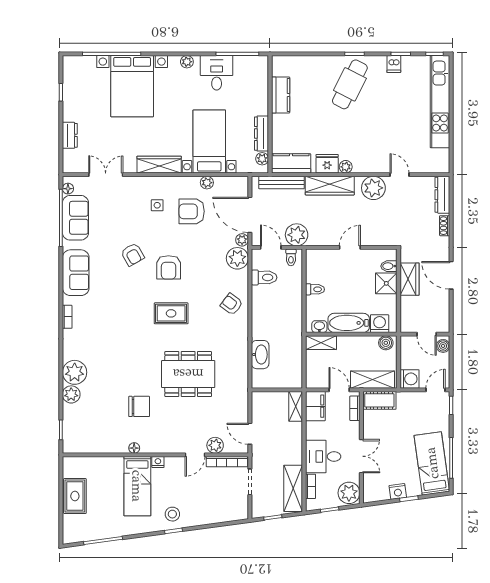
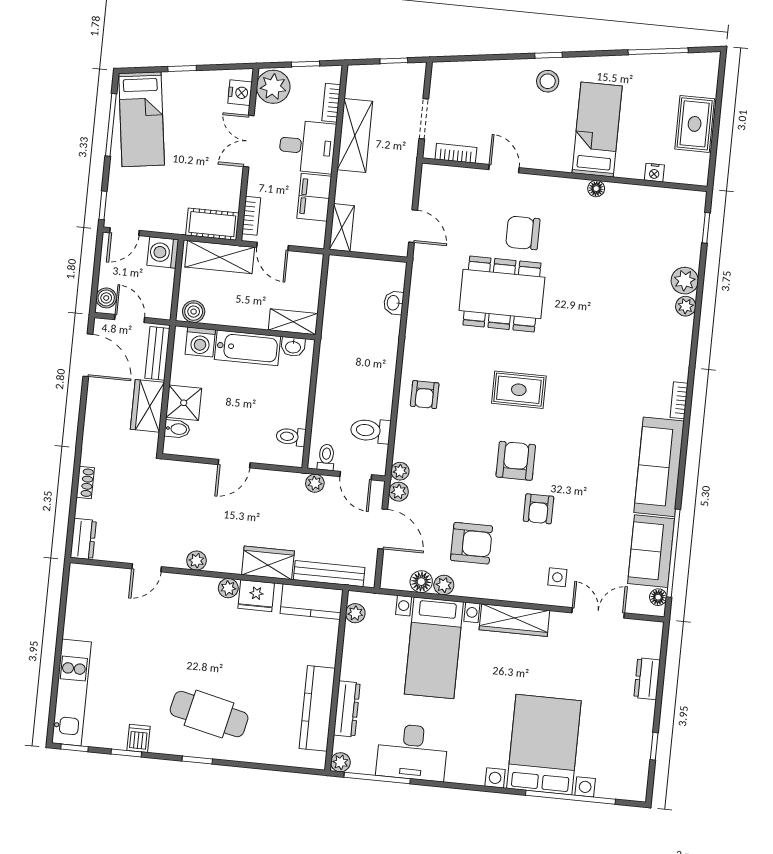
plant: (187, 62) -> (340, 762), moved
desk: (217, 73) -> (412, 752), width x1.37
cafe table: (350, 84) -> (209, 714), turned 76
kitchen counter: (281, 95) -> (317, 708), width x1.50
kitchen unit: (440, 102) -> (71, 692), width x0.73
dresser: (261, 134) -> (347, 709), moved
double door: (106, 175) -> (598, 613), swing flipped
door: (400, 175) -> (147, 568), hinge flipped
floor lamp: (222, 183) -> (421, 582), added
wardrobe: (330, 186) -> (268, 563), width x0.67
plant: (373, 188) -> (196, 561), width x0.53, depth x0.53
dresser: (442, 195) -> (83, 539), width x0.70
side table: (157, 205) -> (557, 577), moved
door: (250, 215) -> (383, 529), width x0.73
plant: (297, 235) -> (315, 483), width x0.53, depth x0.53
armchair: (133, 255) -> (539, 509), moved, turned -150
plant: (237, 258) -> (400, 471), width x0.53, depth x0.53
sofa: (76, 273) -> (659, 467), width x1.36
door: (451, 275) -> (88, 355), moved
toilet: (315, 289) -> (291, 437), moved
armchair: (232, 304) -> (425, 395), turned 53
bench: (406, 314) -> (157, 353), added
washbasin: (260, 355) -> (394, 303), width x0.52, depth x0.69
plant: (75, 372) -> (686, 306), width x0.53, depth x0.53
chair: (139, 406) -> (523, 233), moved
filing cabinet: (315, 406) -> (314, 197), moved
door: (250, 434) -> (413, 226), moved
plant: (215, 445) -> (472, 180), removed
door: (195, 455) -> (504, 169), hinge flipped
nightstand: (158, 462) -> (654, 173), moved
bookcase: (227, 462) -> (456, 153), width x0.64
shelving: (293, 488) -> (355, 135), moved
nightstand: (398, 491) -> (240, 93), moved, turned 98

